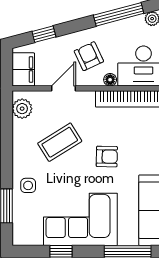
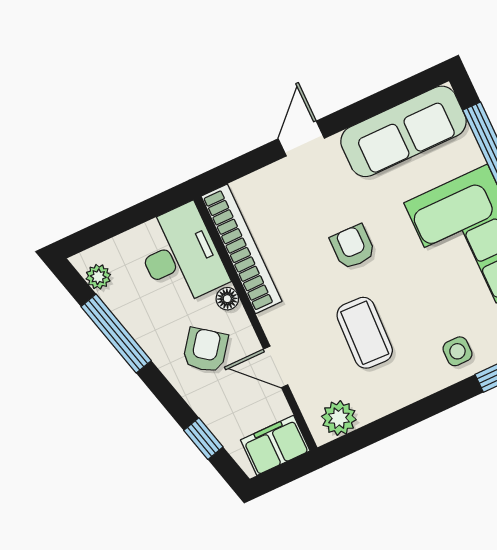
armchair: (89, 56) -> (205, 350), turned 152
coffee table: (60, 142) -> (365, 333), turned 34

